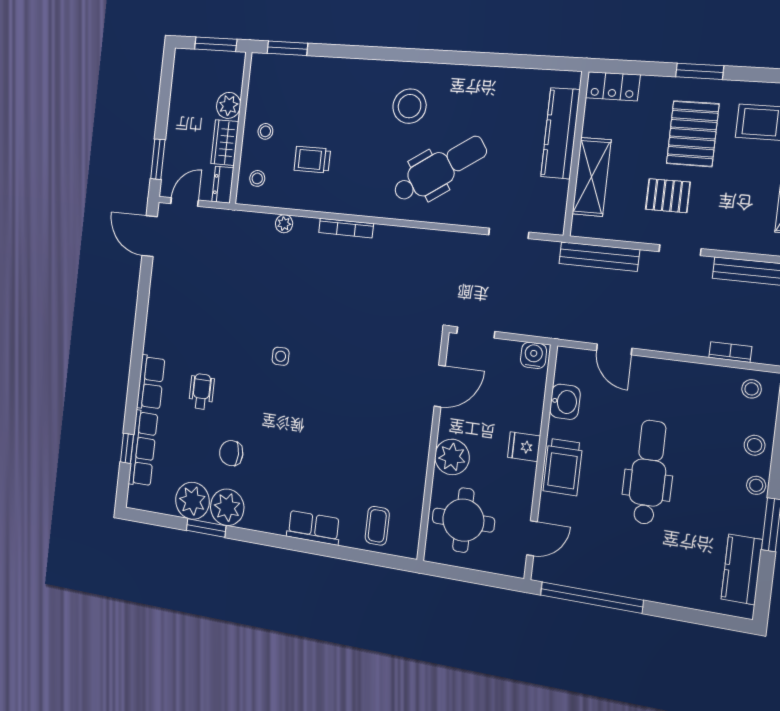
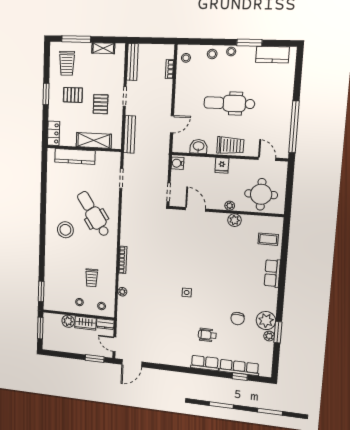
pallet: (693, 134) -> (73, 95), width x0.67, depth x0.71
plant: (452, 457) -> (230, 206), width x0.53, depth x0.53
plant: (416, 463) -> (234, 220), added
plant: (192, 501) -> (269, 336), width x0.53, depth x0.53

